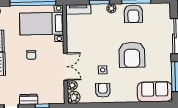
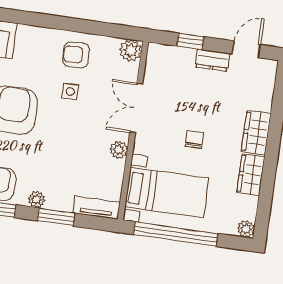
plant: (72, 85) -> (119, 150), moved
armchair: (103, 90) -> (76, 55), turned 88

